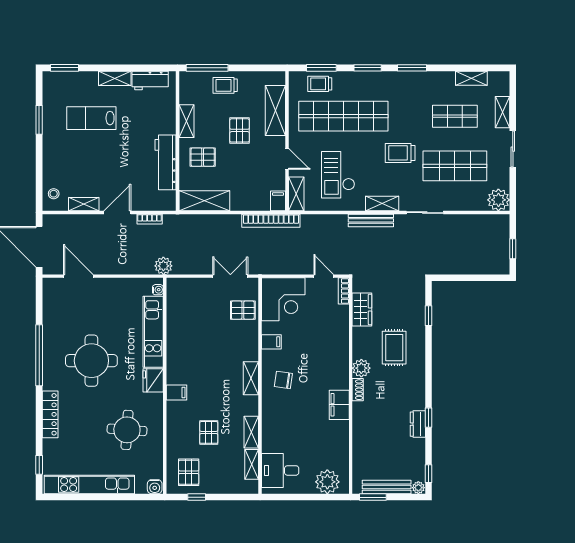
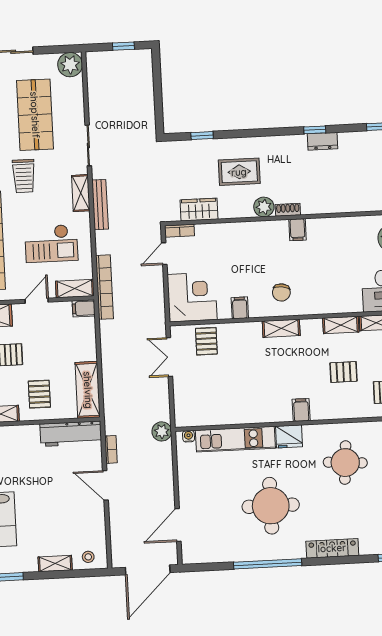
workbench: (166, 162) -> (71, 434), moved
shelving: (84, 204) -> (55, 564), moved, turned 90
bookcase: (271, 221) -> (104, 287), moved
filing cabinet: (339, 405) -> (297, 230), width x0.50

